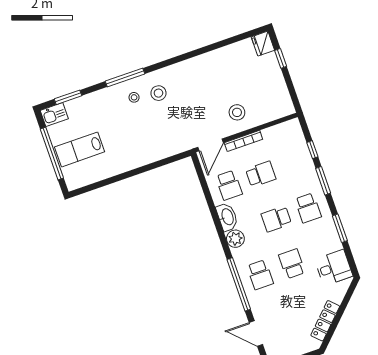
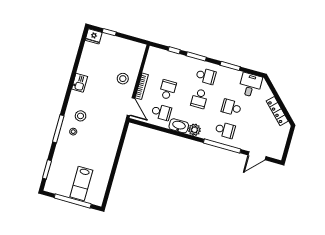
kitchen sink: (54, 115) -> (80, 83), moved

